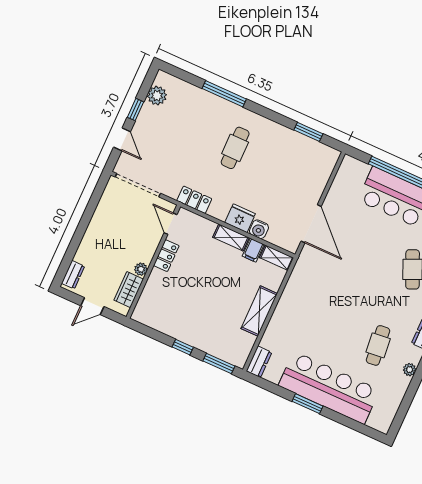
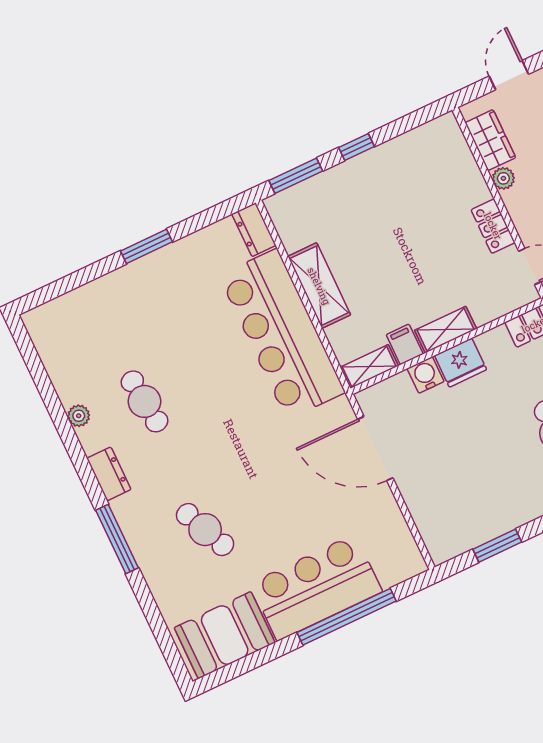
bar counter: (329, 388) -> (282, 334), moved, turned 90

